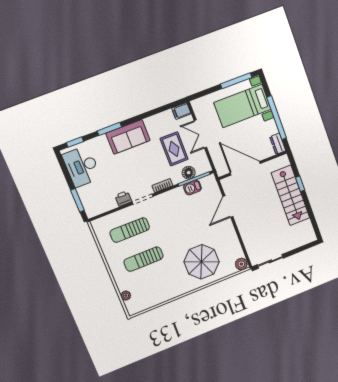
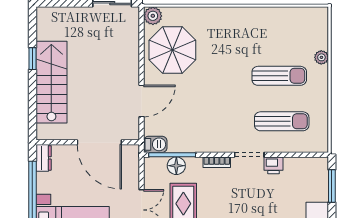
window: (300, 184) -> (32, 59), moved
barbecue: (192, 188) -> (155, 144), moved
parasol: (202, 262) -> (172, 50), moved
plant: (126, 296) -> (321, 57), moved

